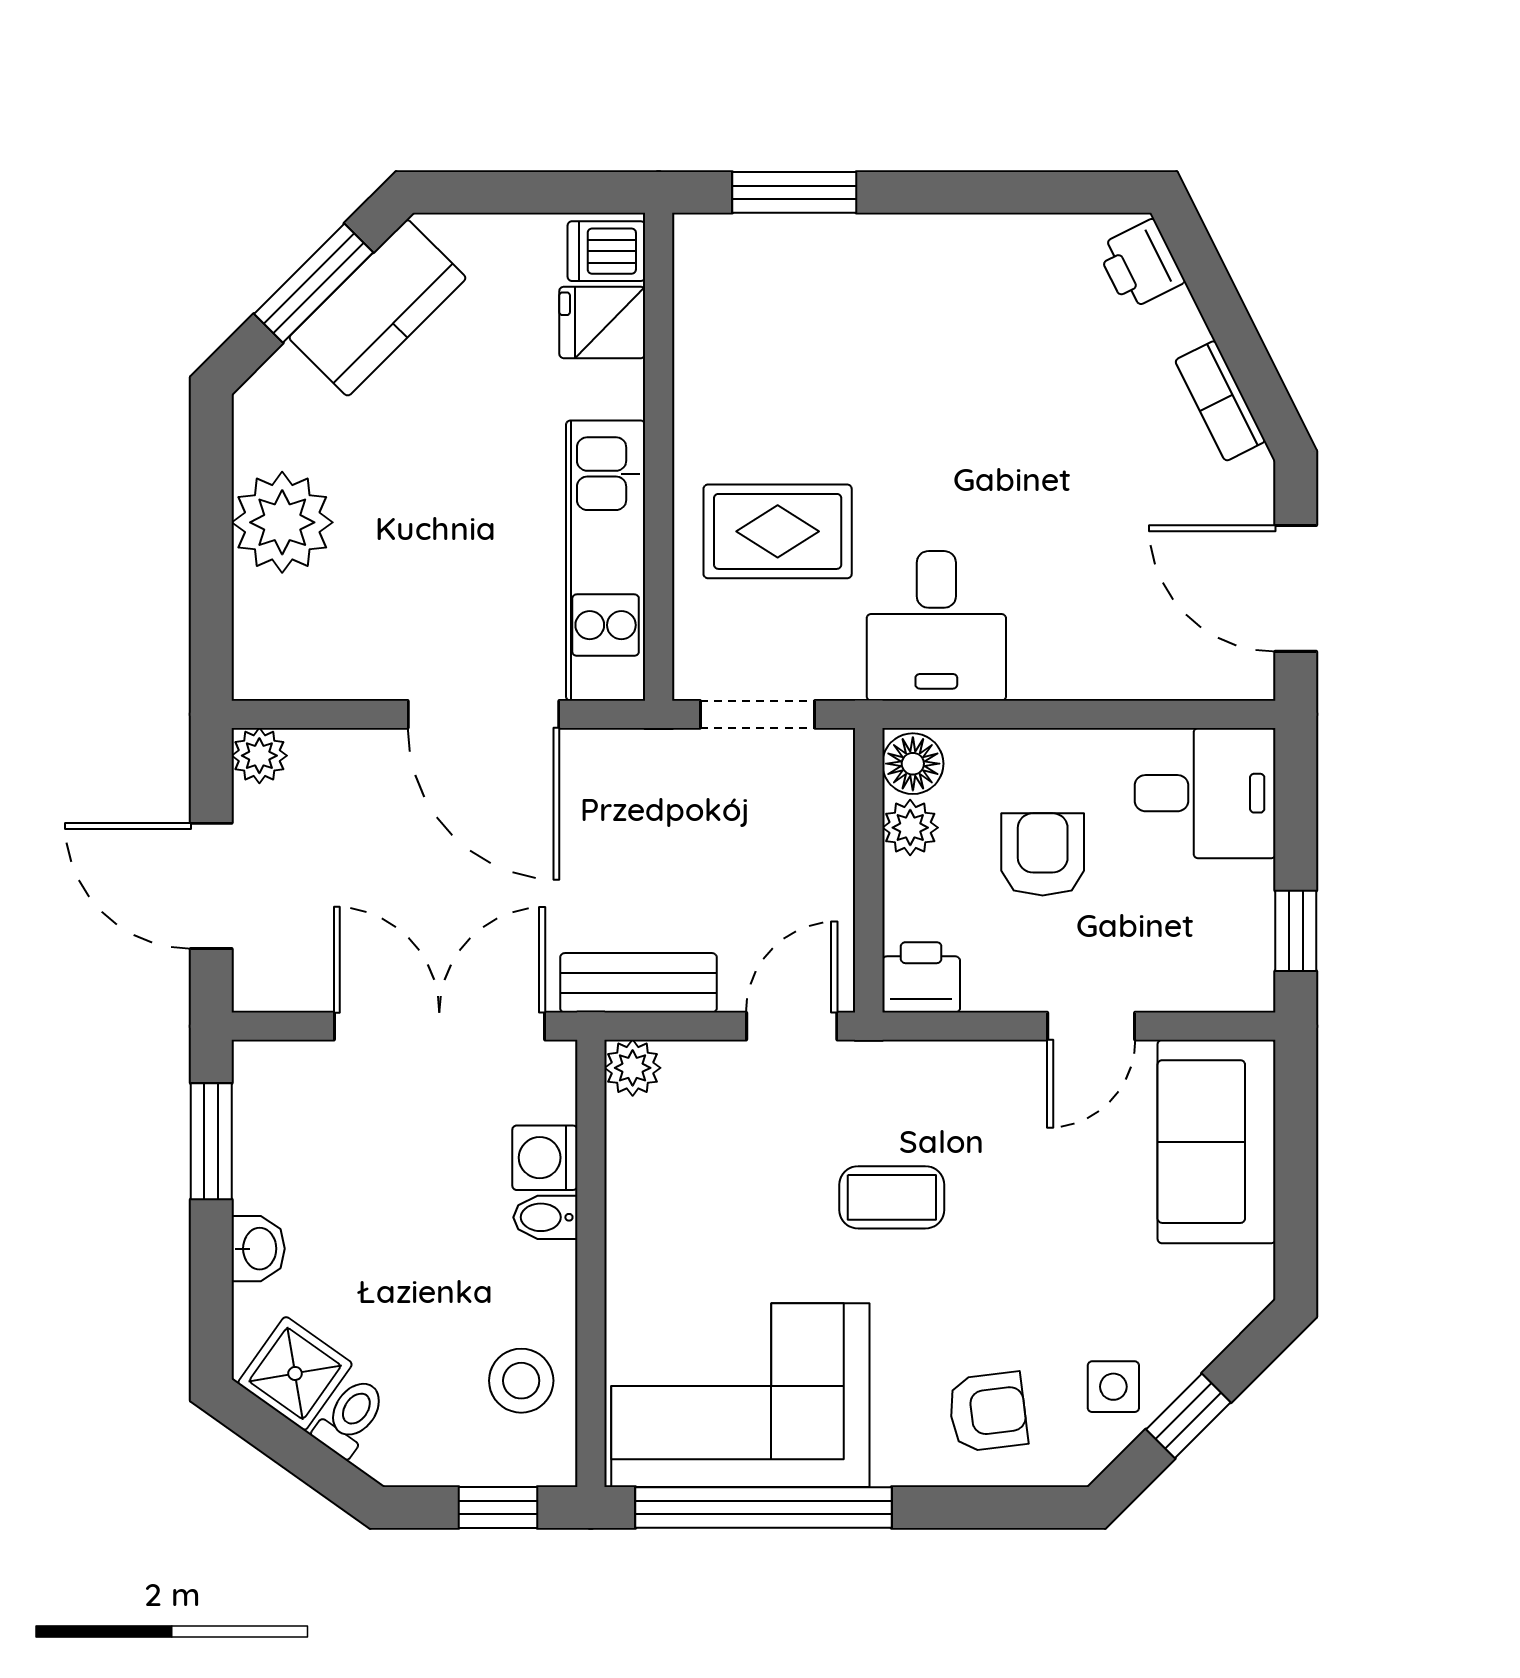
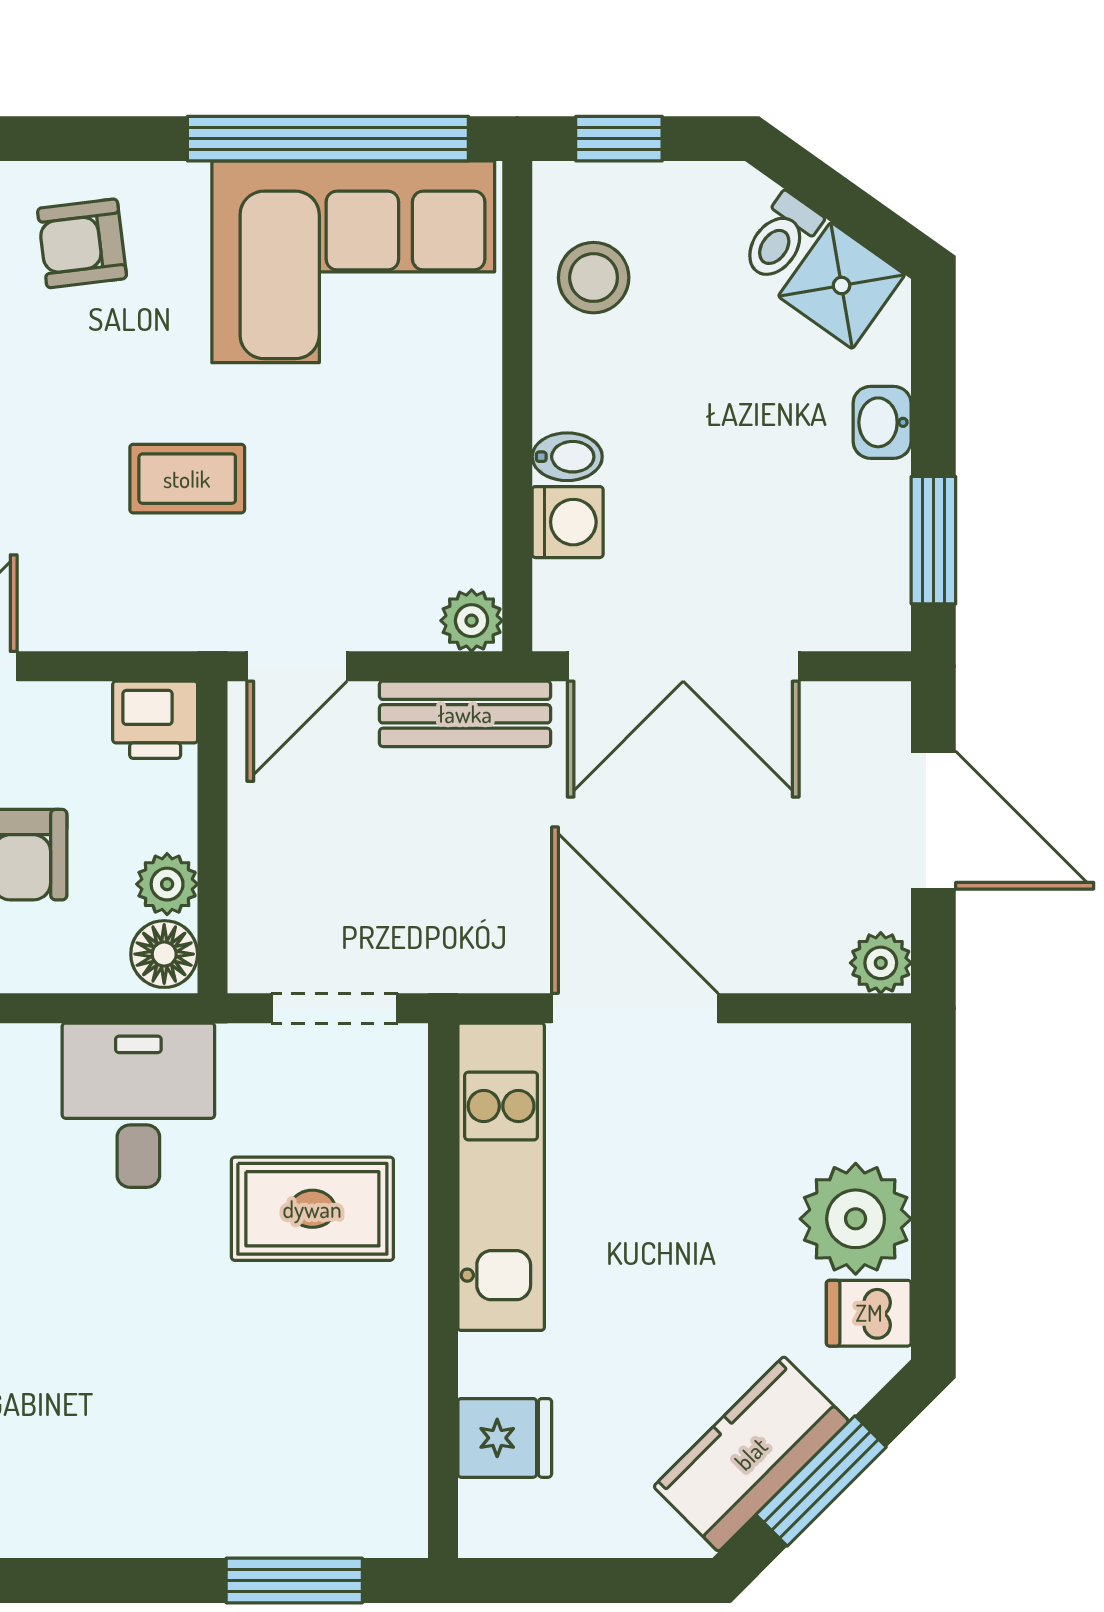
dishwasher: (606, 251) -> (869, 1313), moved, turned 180

